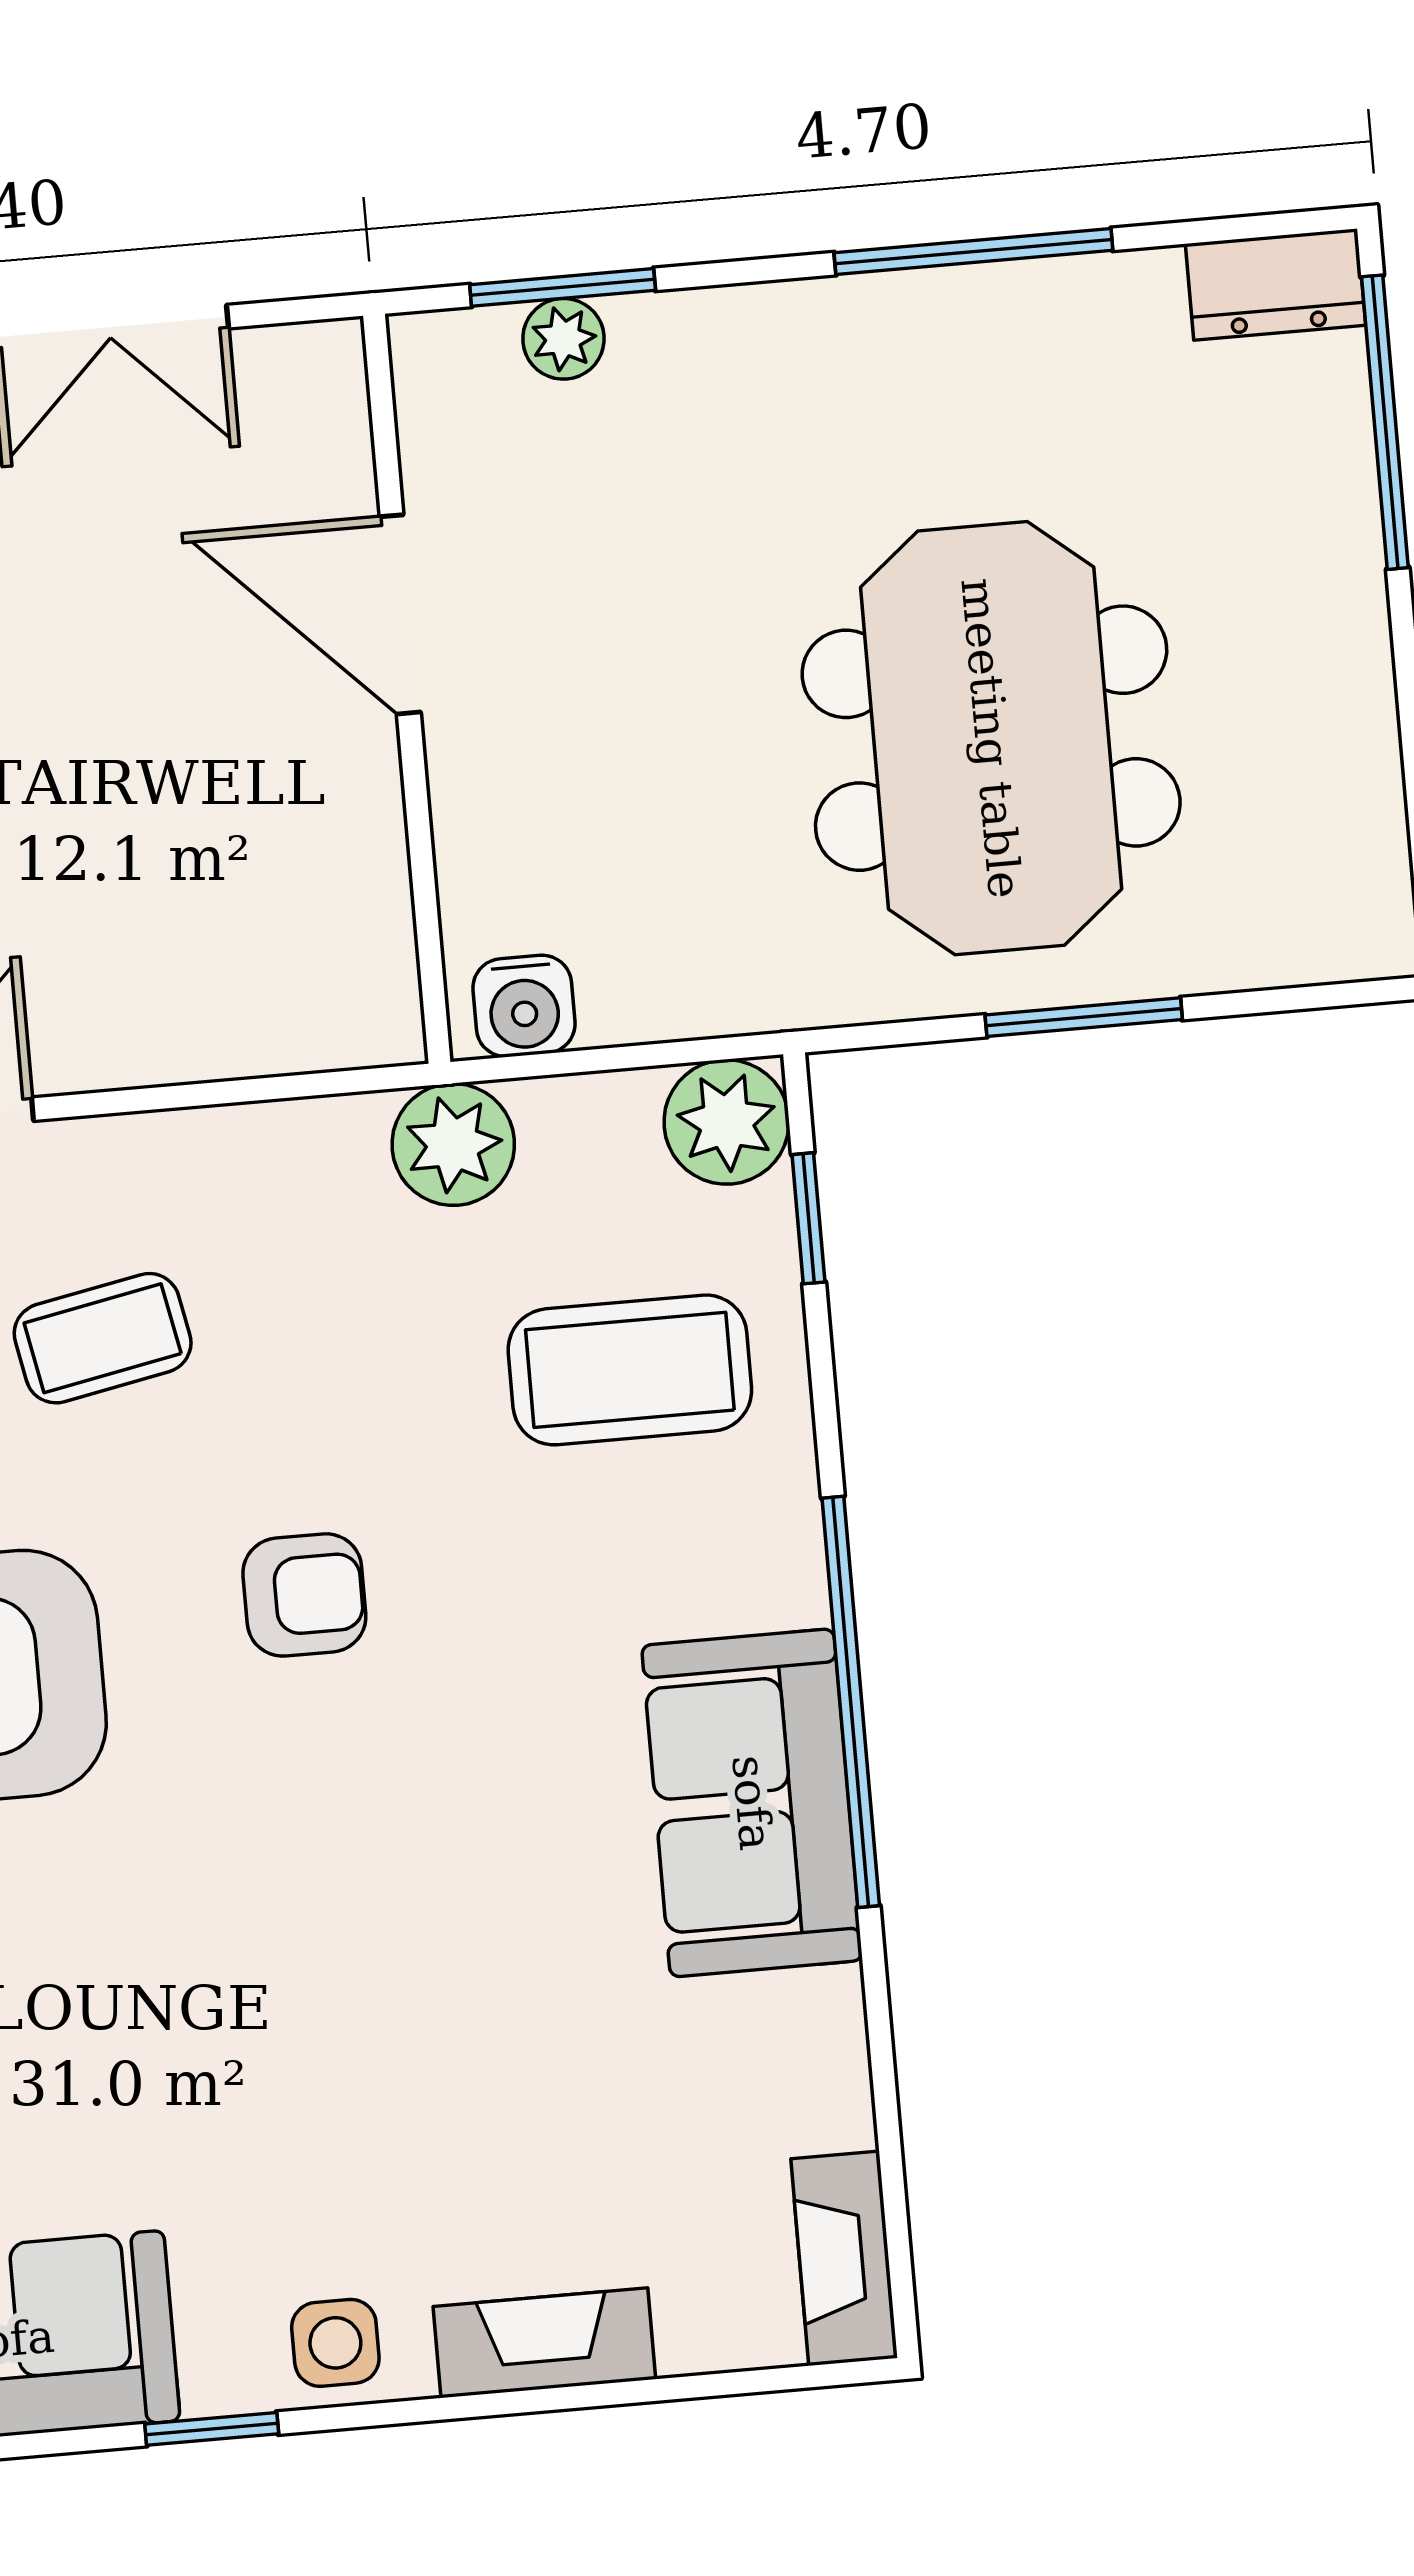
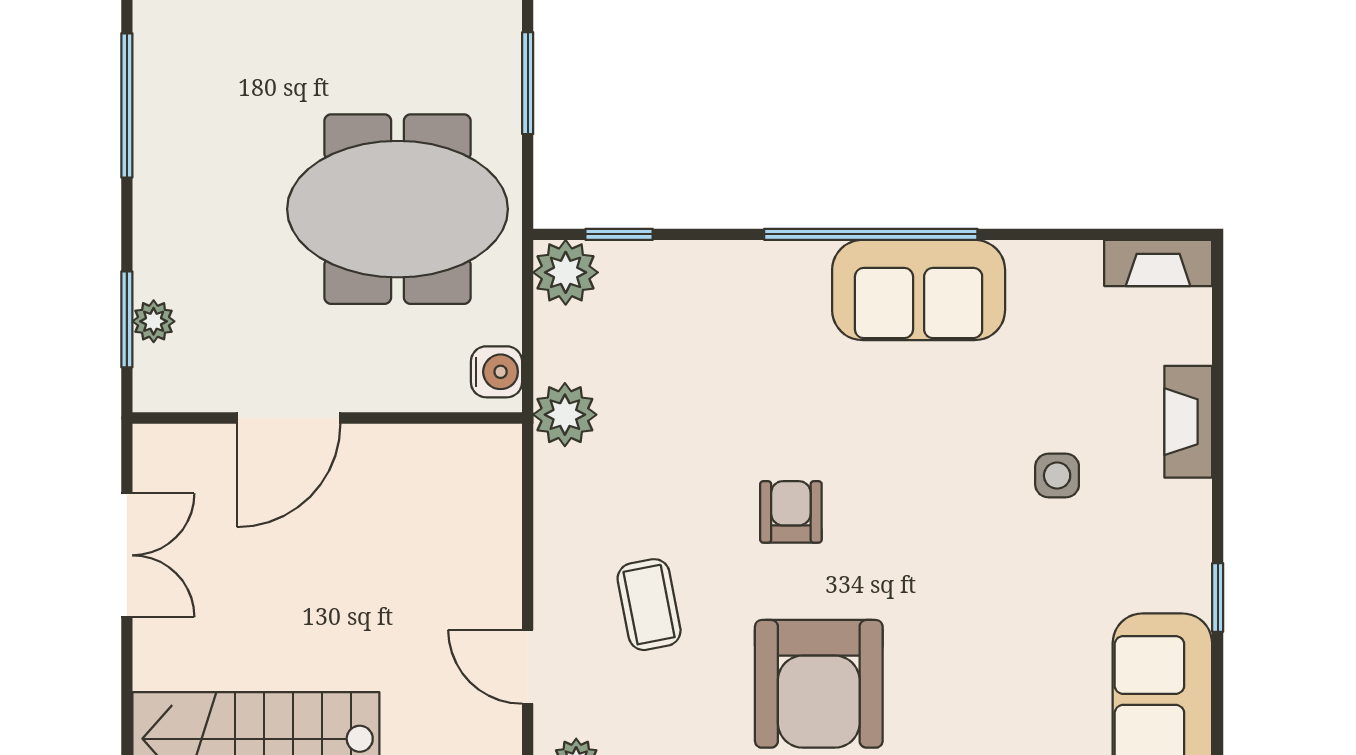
meeting table: (991, 738) -> (398, 209), moved
coffee table: (630, 1370) -> (689, 334), removed
side table: (335, 2343) -> (1057, 476), moved

